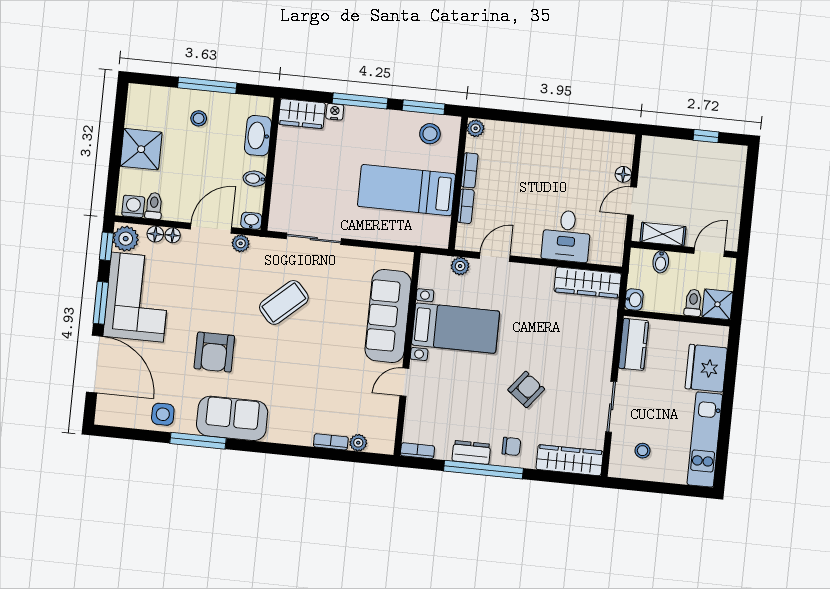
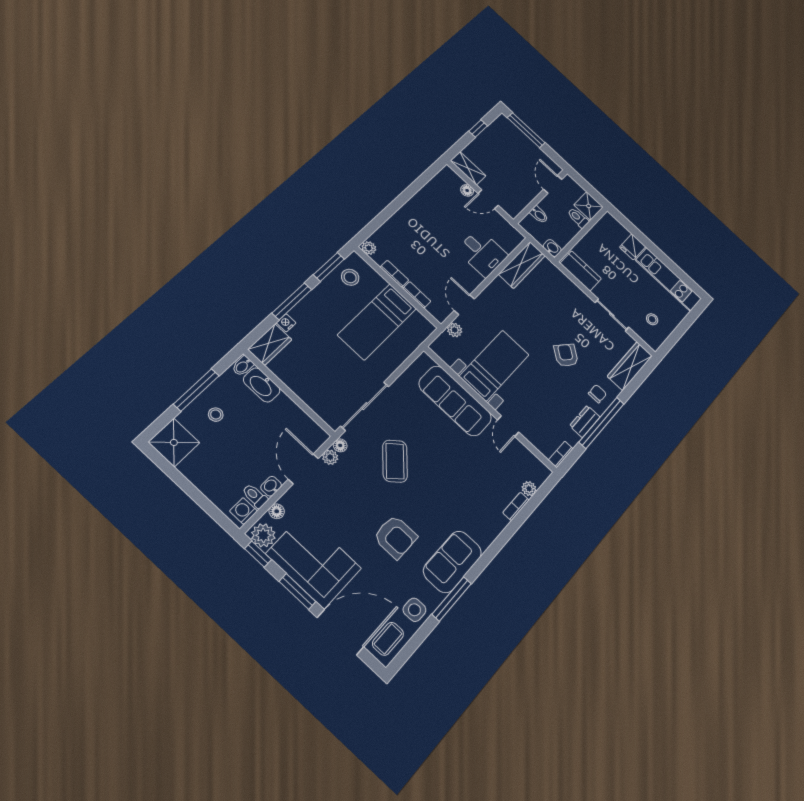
shower: (141, 149) -> (174, 442), moved
bidet: (254, 179) -> (243, 366), moved
window: (750, 184) -> (526, 130), added
door: (632, 201) -> (488, 199), hinge flipped
washbasin: (251, 221) -> (271, 486), moved
shelving: (663, 234) -> (468, 168), moved, turned 90
floor lamp: (173, 235) -> (340, 445), moved
sliding door: (314, 239) -> (365, 406), width x1.37
fridge: (706, 368) -> (633, 247), width x0.53, depth x0.75
coffee table: (120, 409) -> (388, 639), added

